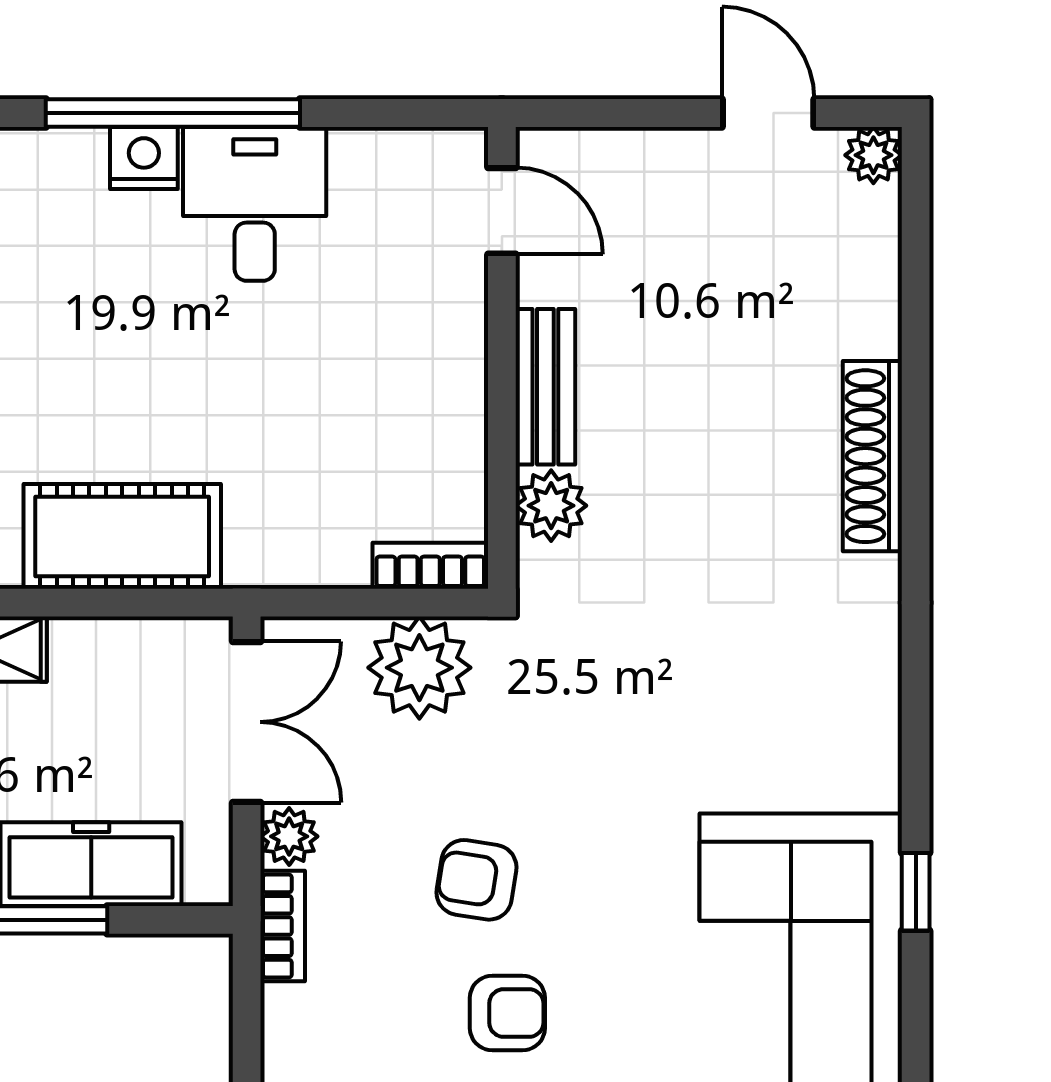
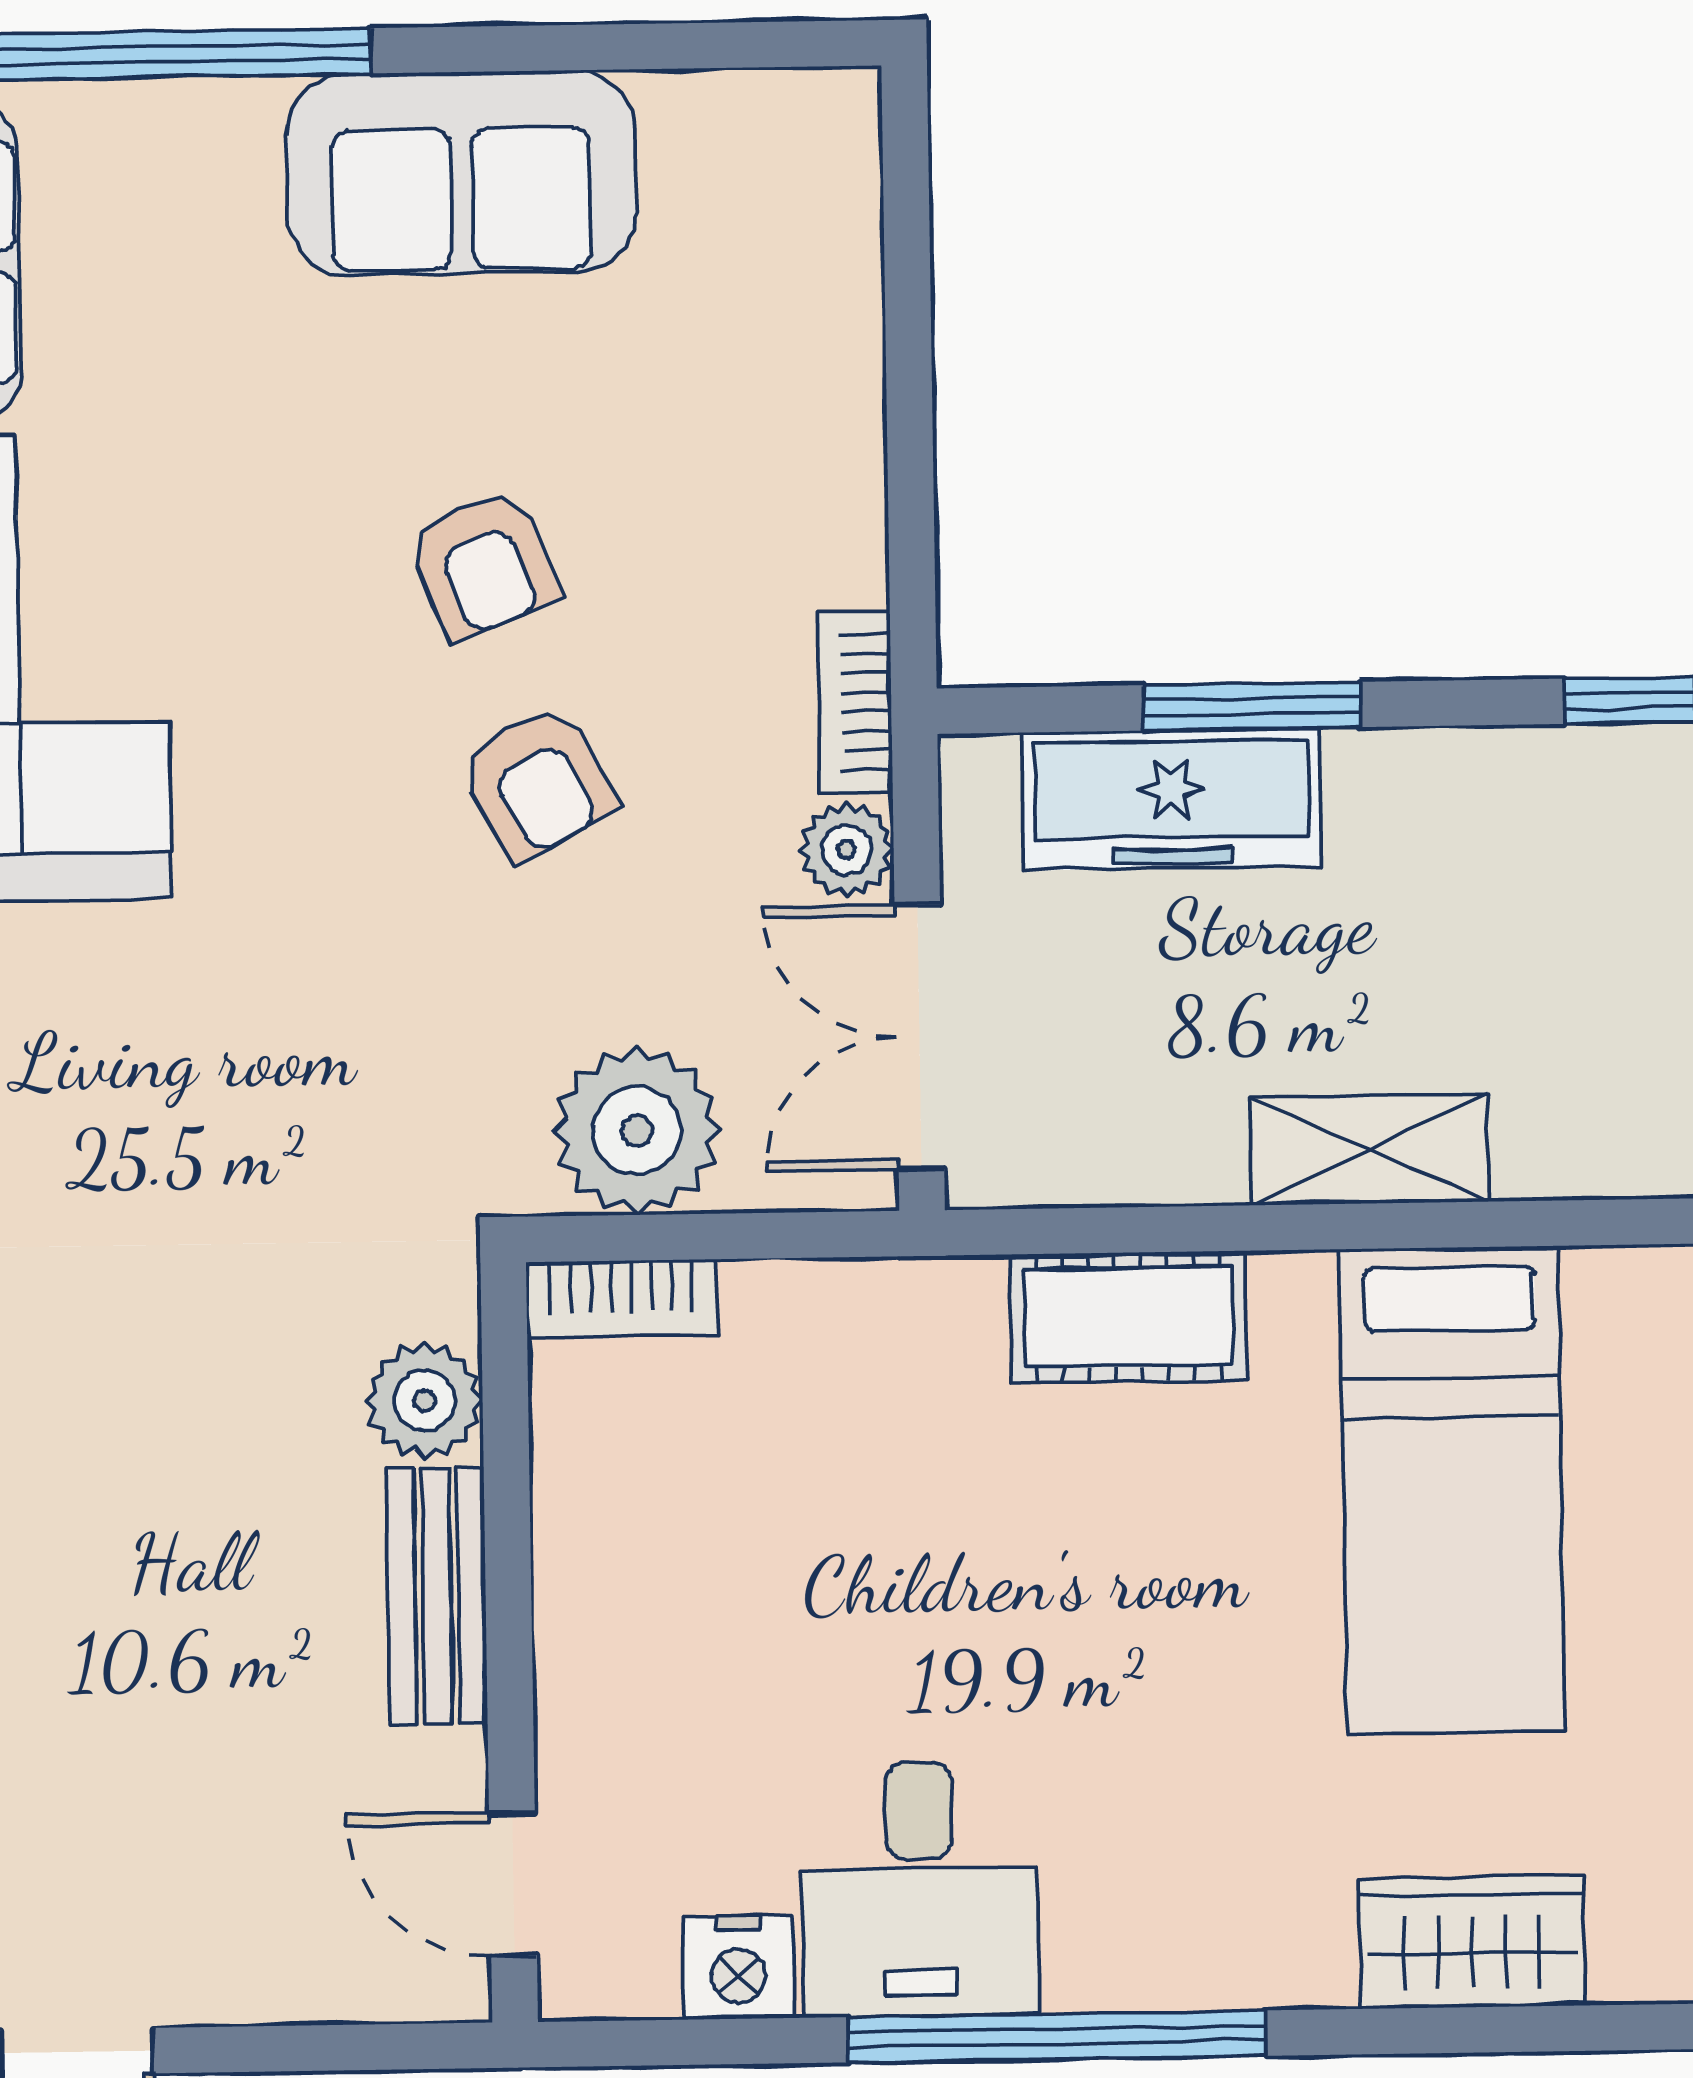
nightstand: (144, 158) -> (738, 1968), moved
cot: (122, 536) -> (1129, 1317), width x0.73, depth x0.75
armchair: (476, 880) -> (537, 783), turned 52
armchair: (507, 1013) -> (483, 565), turned -112

